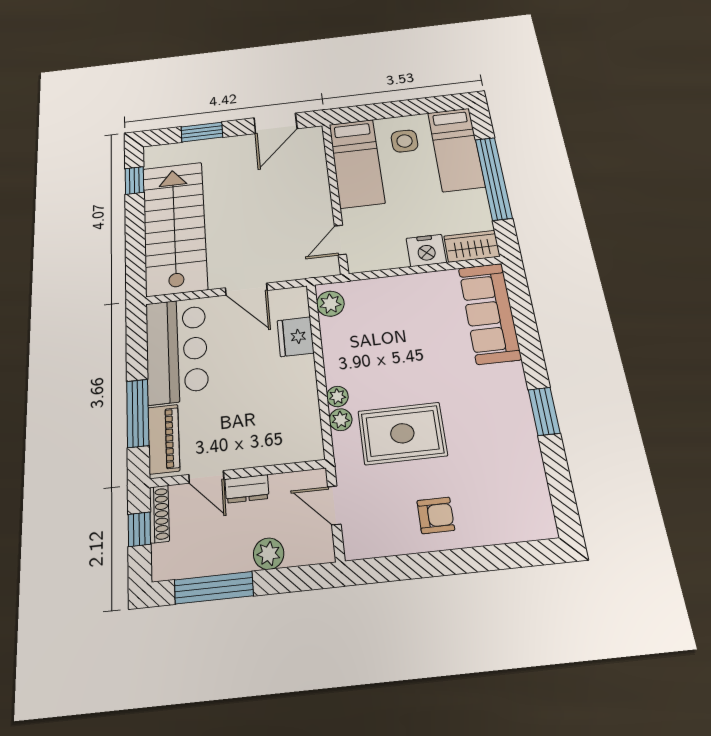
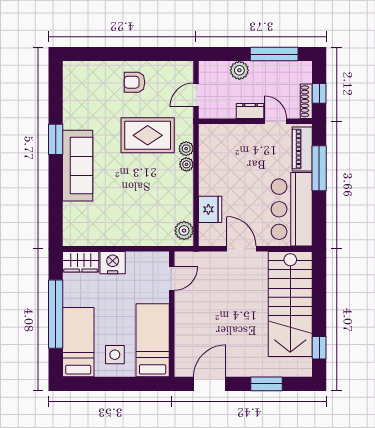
sofa: (489, 313) -> (78, 166), moved
door: (334, 505) -> (196, 95), swing flipped

